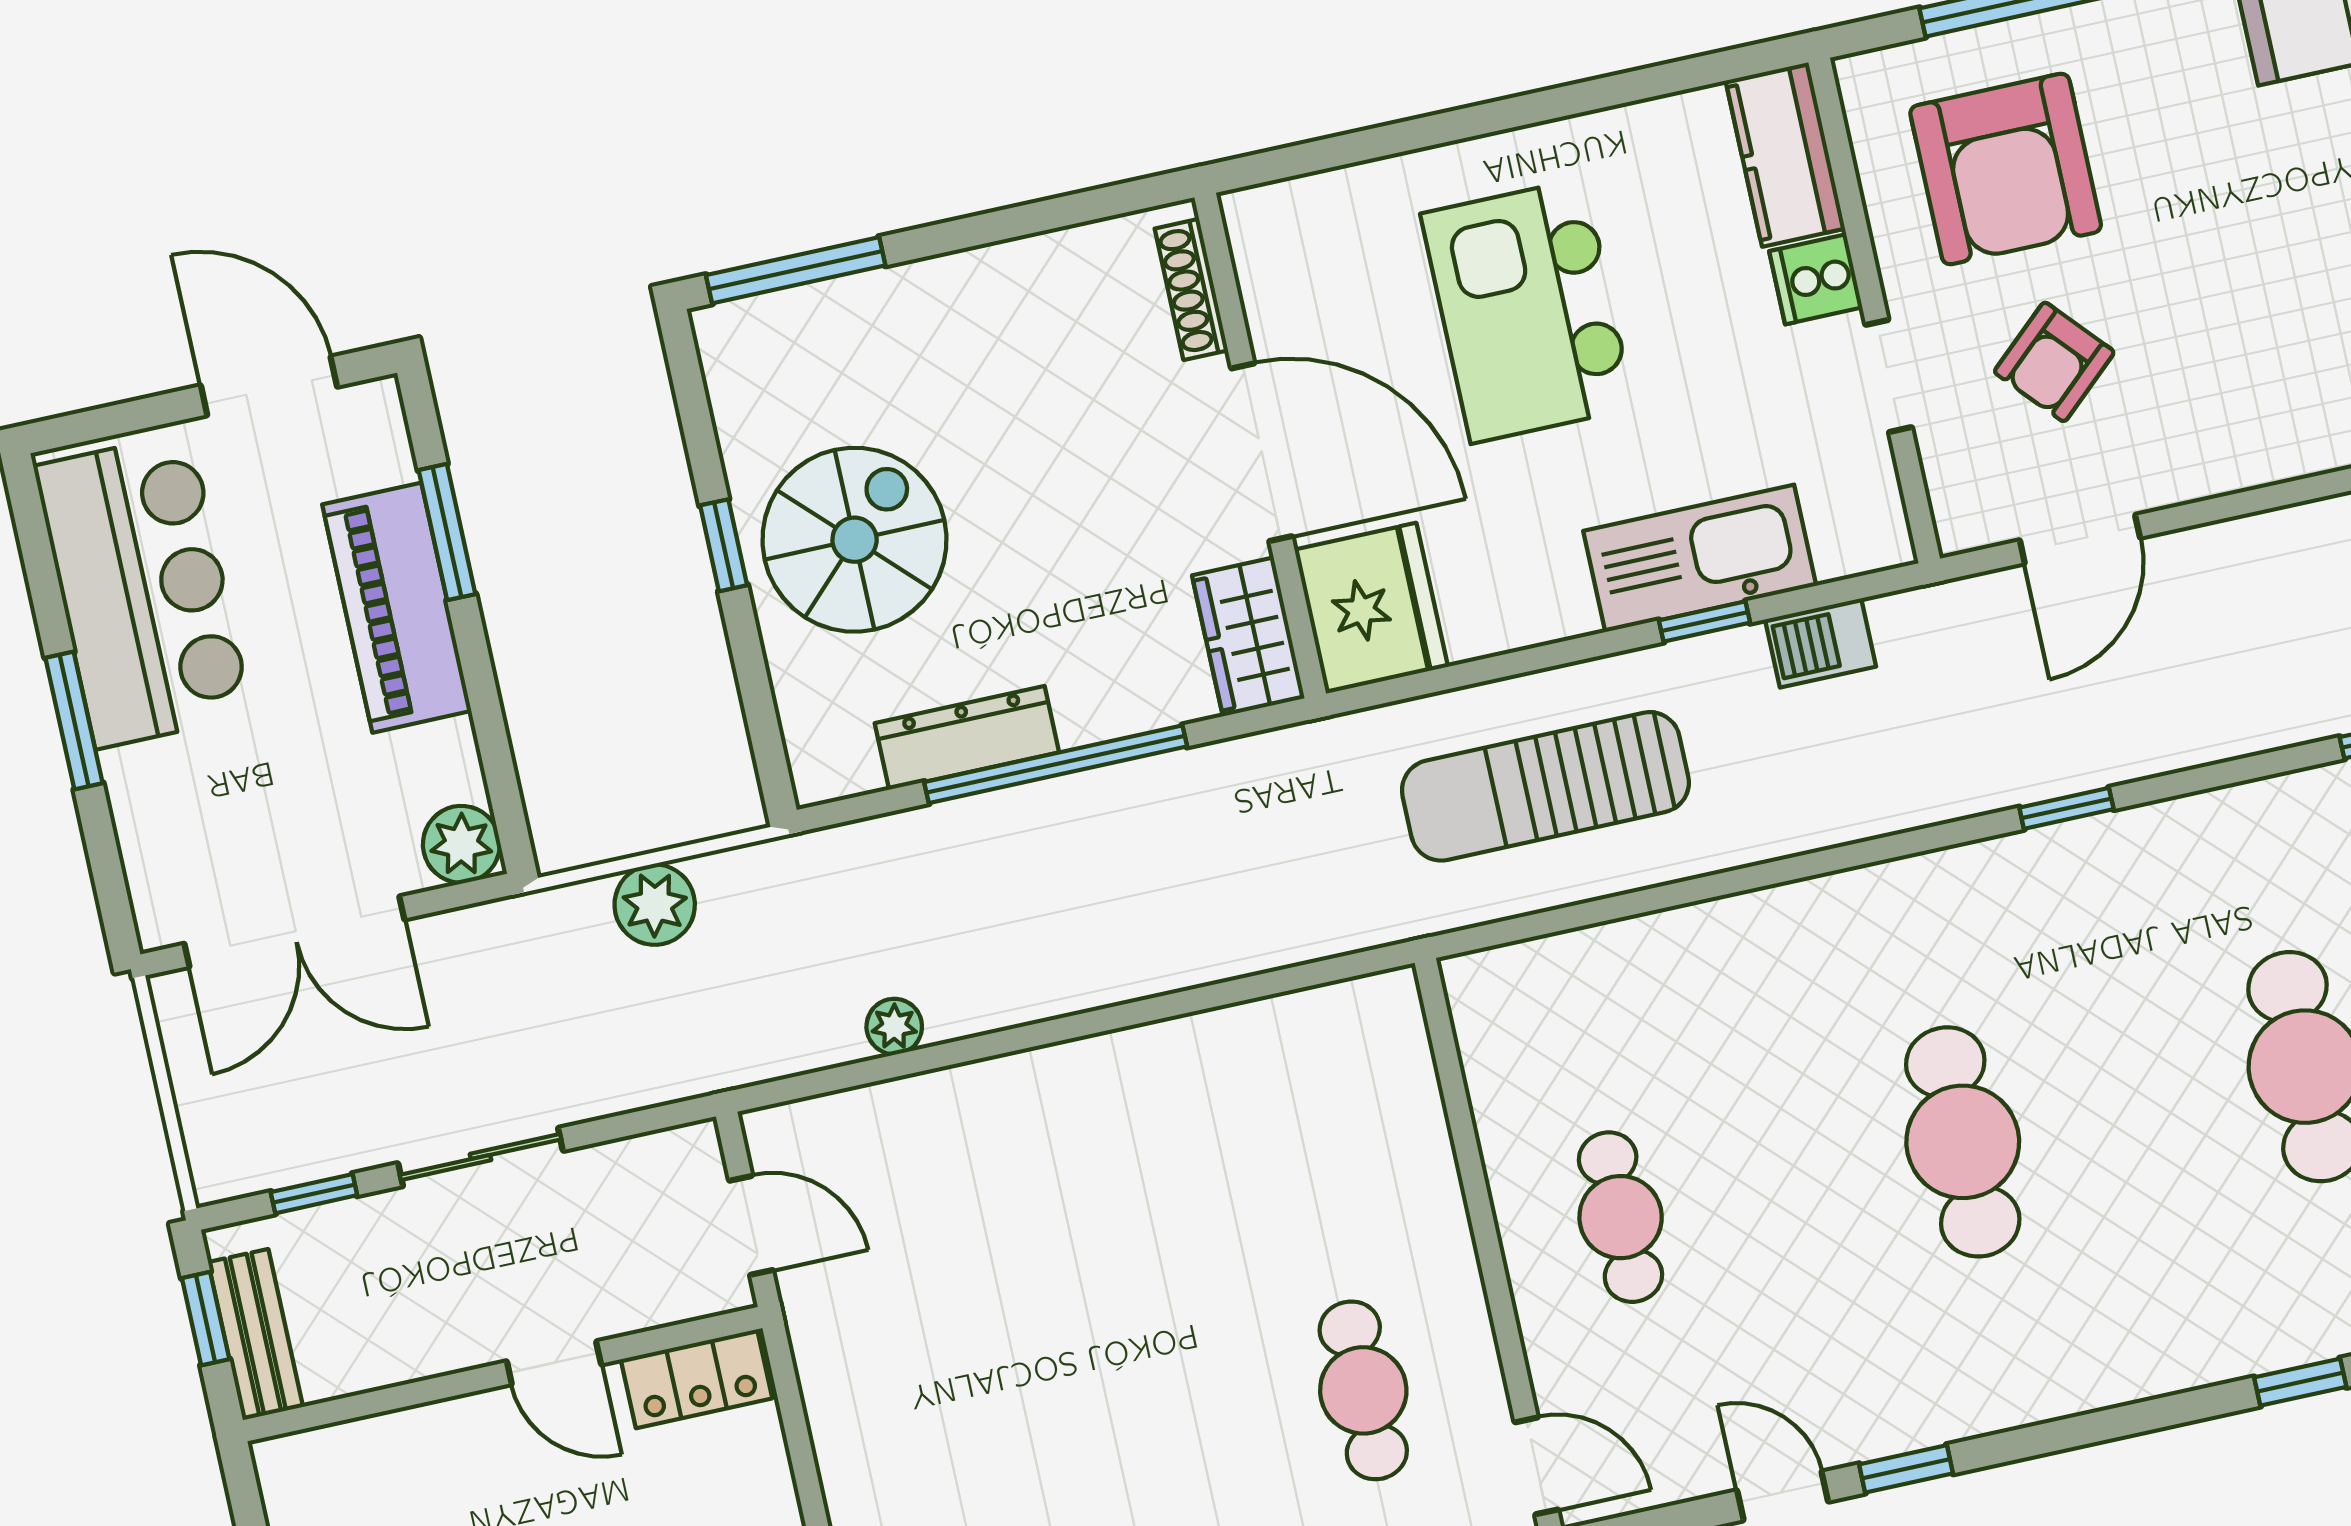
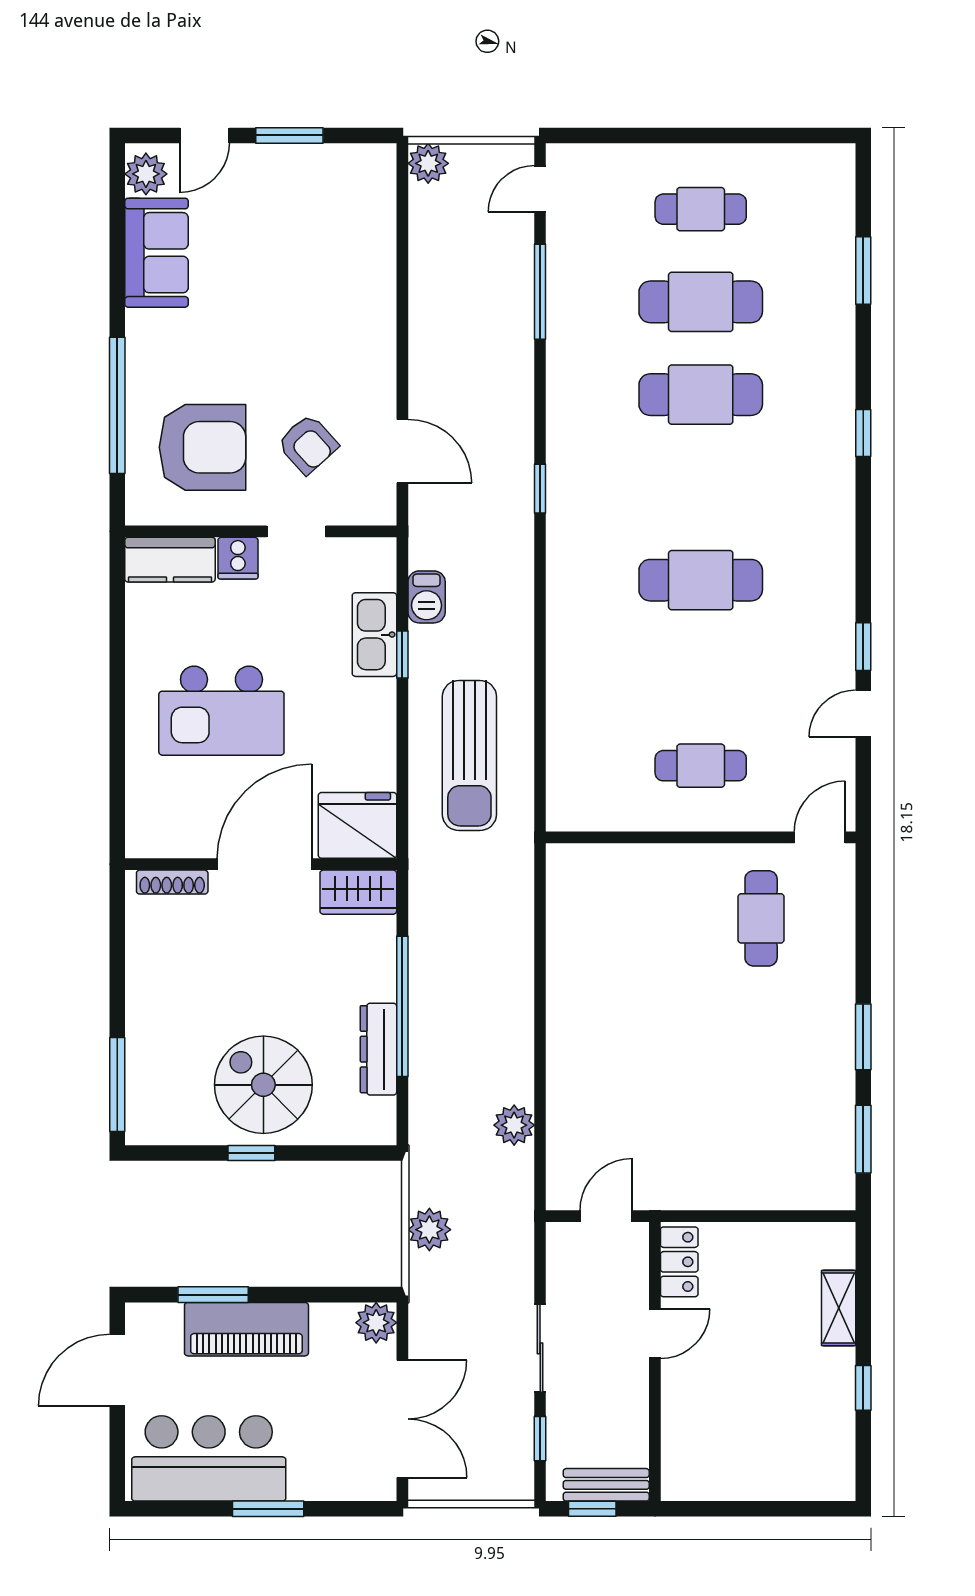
kitchen sink: (1700, 558) -> (374, 635), width x0.73, depth x0.81
plant: (894, 1027) -> (514, 1125), width x1.38, depth x1.38
cafe table: (1363, 1390) -> (761, 918), turned 90

